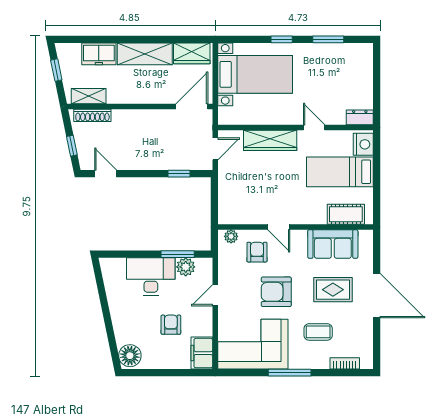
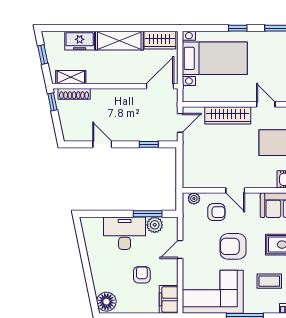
window: (72, 146) -> (52, 102), moved
door: (106, 174) -> (102, 144), moved
armchair: (257, 252) -> (216, 212), turned 90

